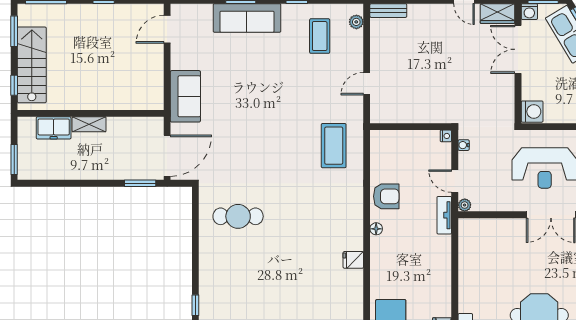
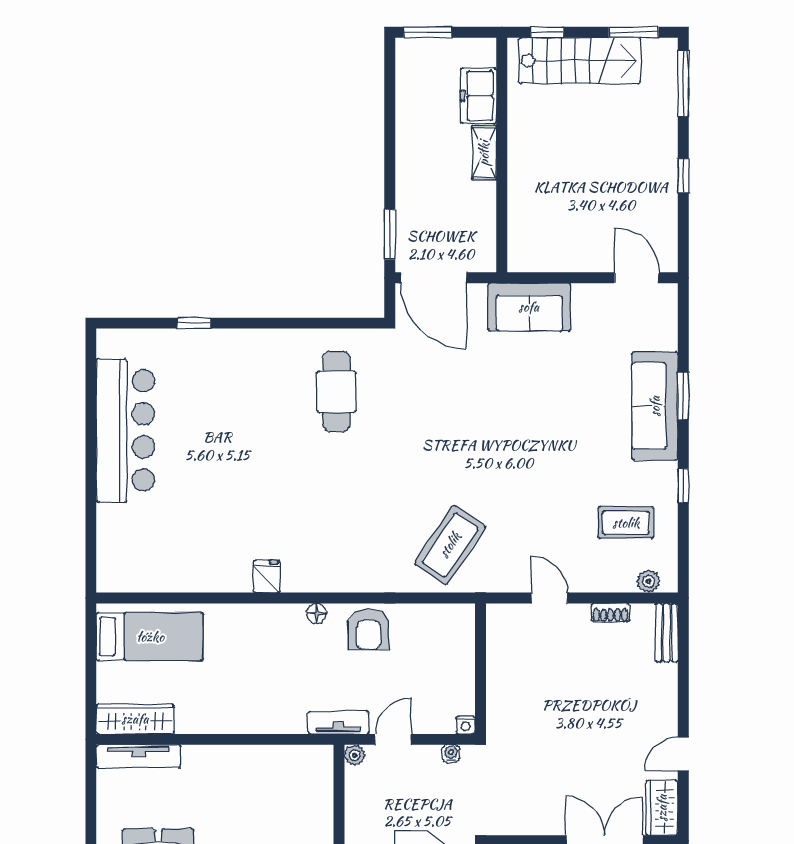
shoe rack: (376, 46) -> (610, 613), added
coffee table: (334, 146) -> (450, 545), turned -56

